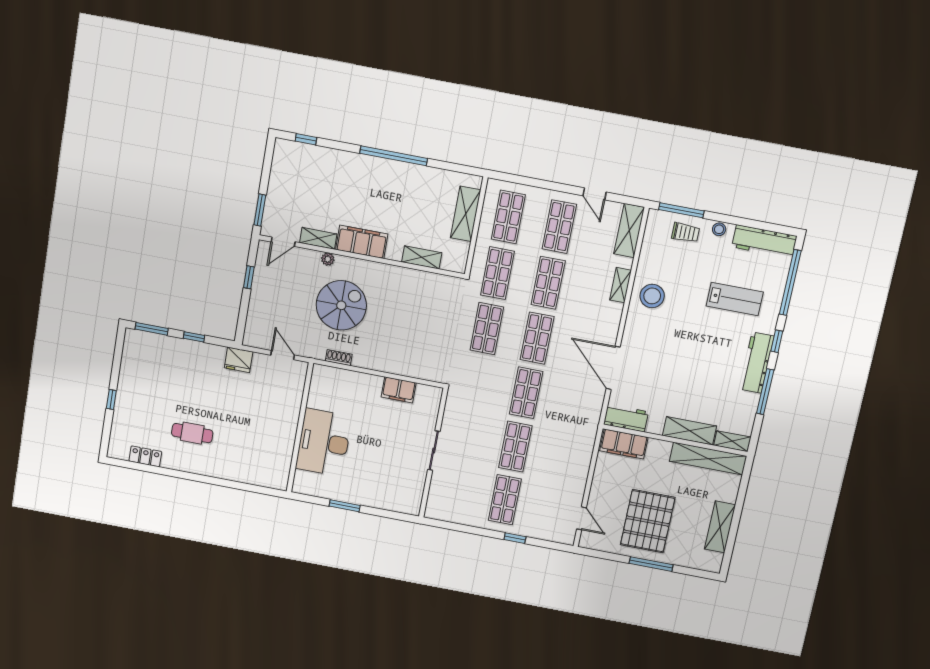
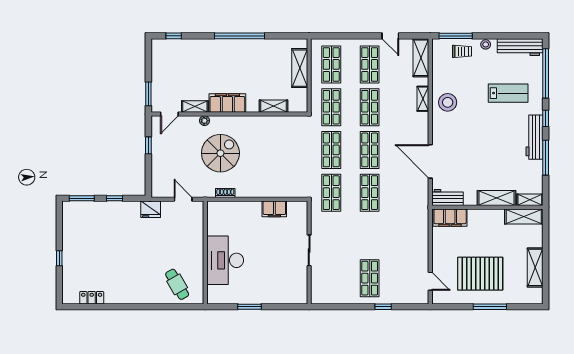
cafe table: (192, 433) -> (177, 284), moved, turned 60
shop shelf: (515, 447) -> (331, 193), moved
shelving: (708, 459) -> (524, 216), width x0.68
pallet: (648, 521) -> (480, 274), turned 90

